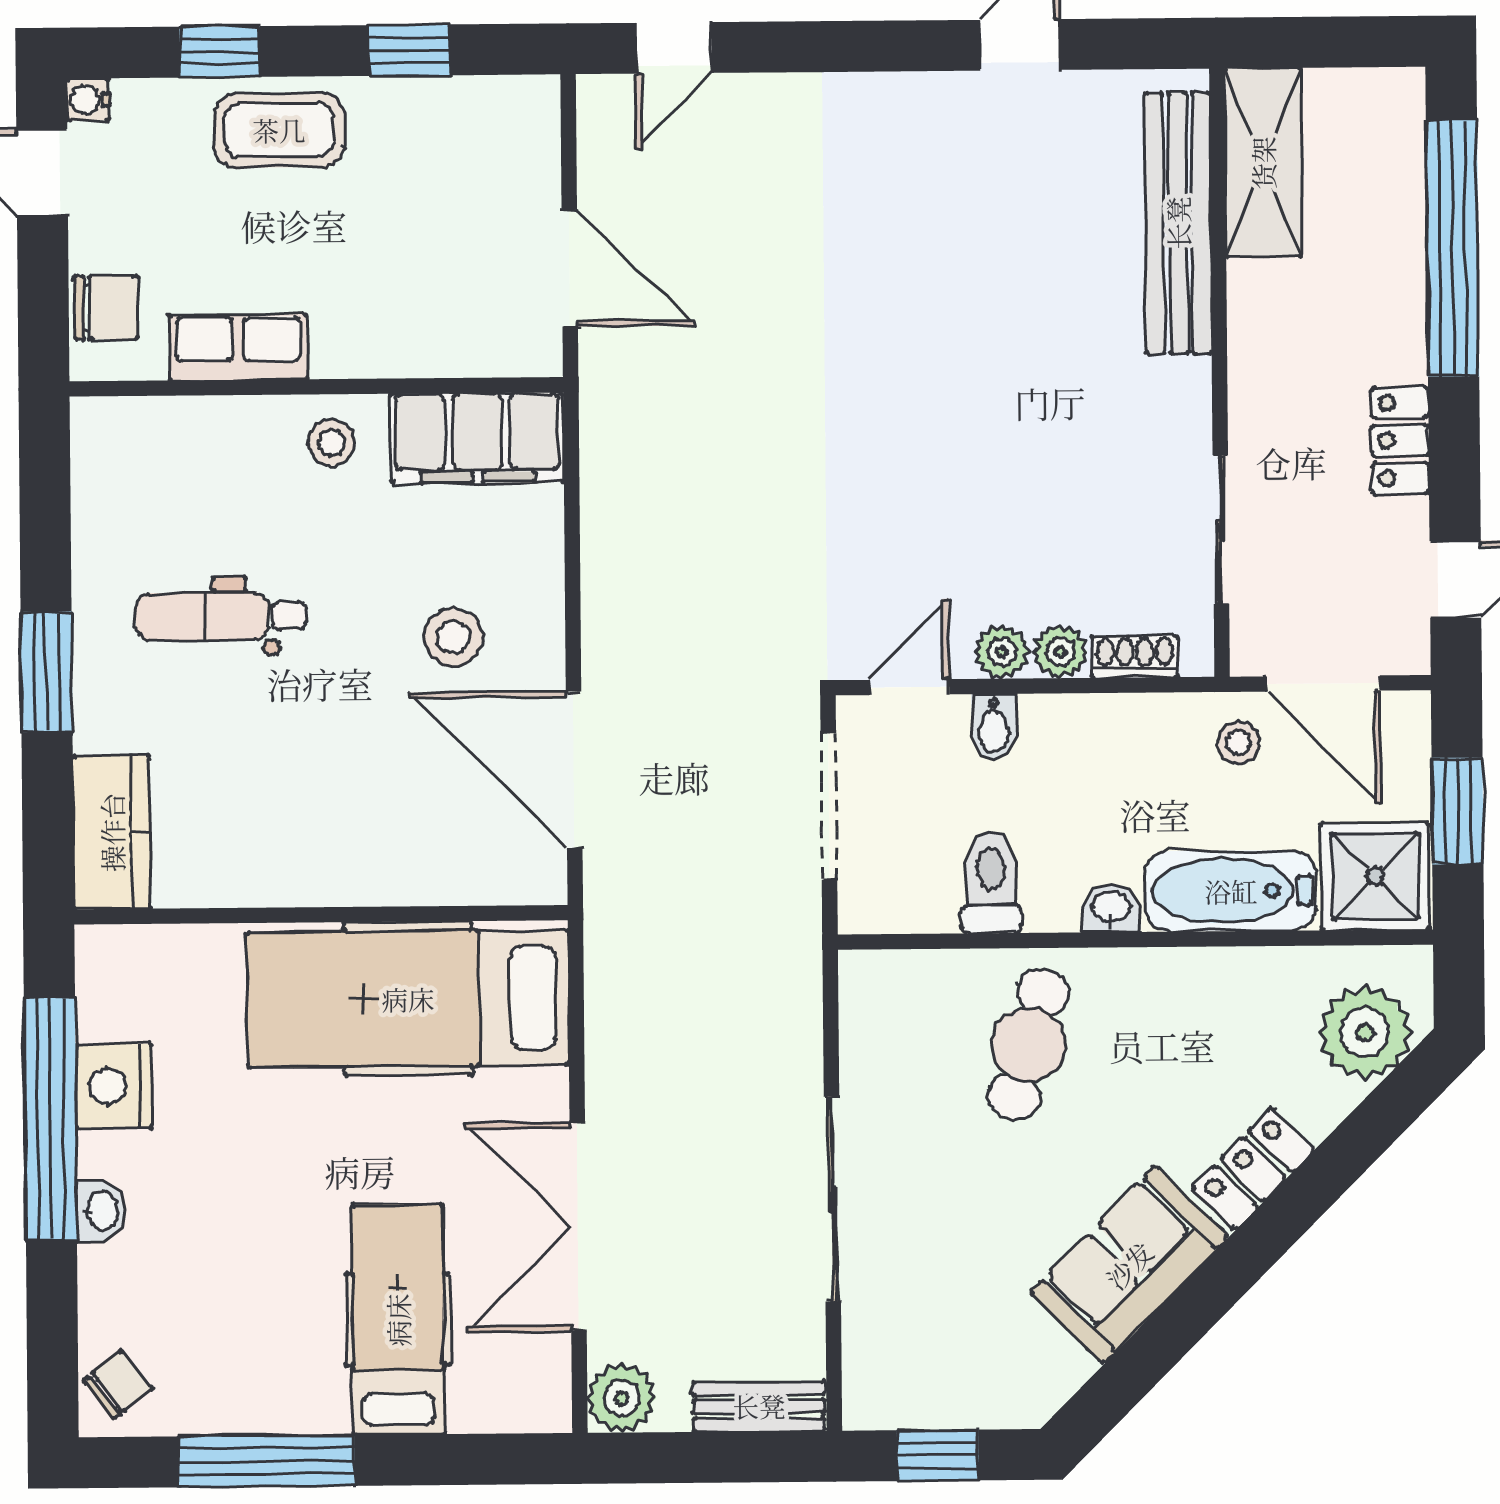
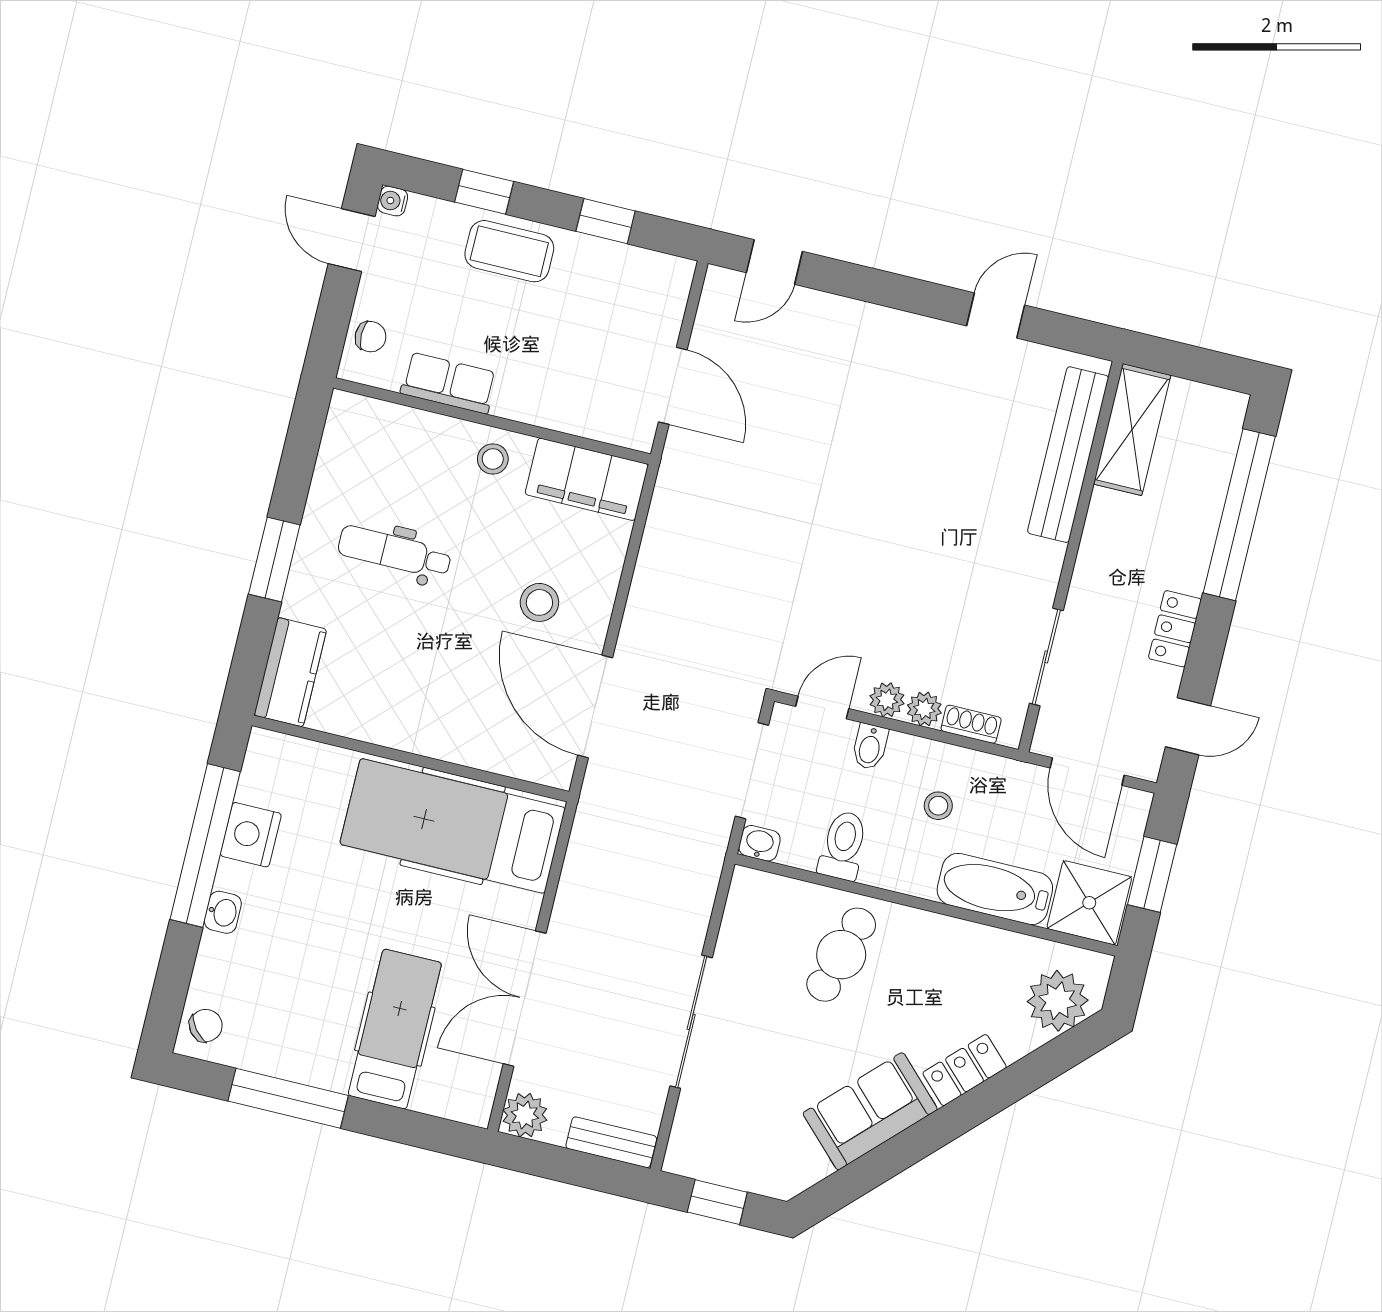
chair: (106, 308) -> (371, 337), width x0.73, depth x0.73
stool: (1238, 743) -> (938, 806), moved
washbasin: (1111, 908) -> (759, 843), moved

